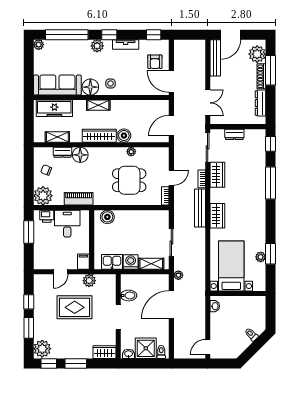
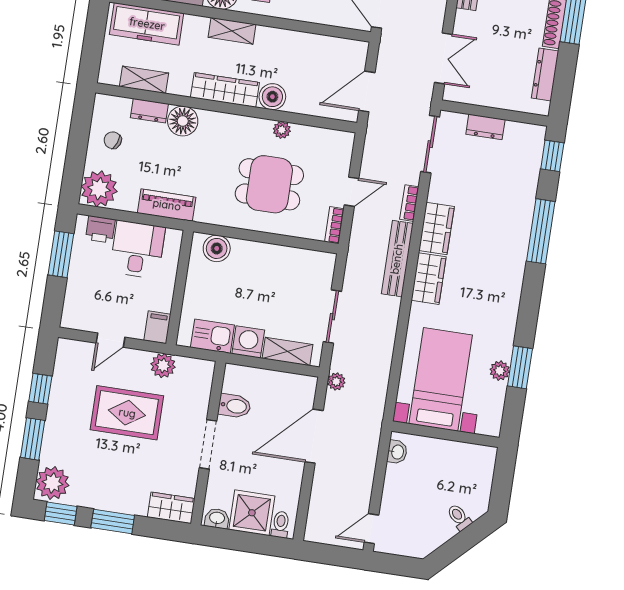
wardrobe: (217, 175) -> (436, 229), moved

